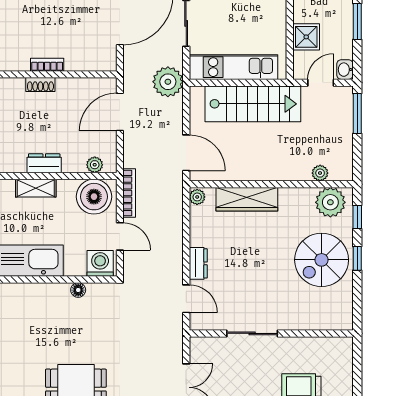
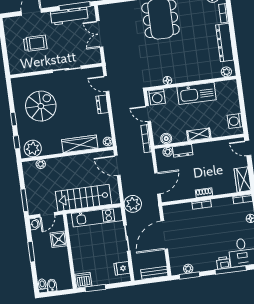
dresser: (44, 163) -> (183, 151), moved
boiler: (94, 197) -> (166, 139), width x0.54, depth x0.54
spiral stairs: (322, 260) -> (41, 106), moved

